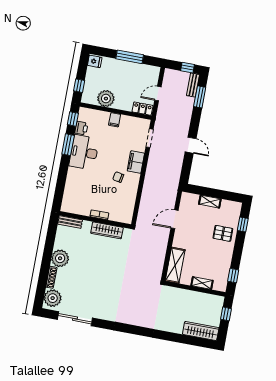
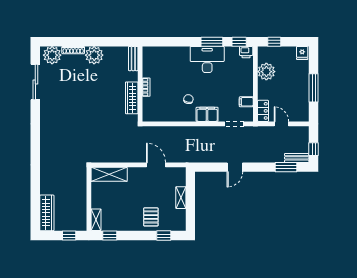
filing cabinet: (115, 120) -> (246, 102), moved
printer: (81, 128) -> (246, 52), moved
shelving: (202, 283) -> (96, 220), moved

